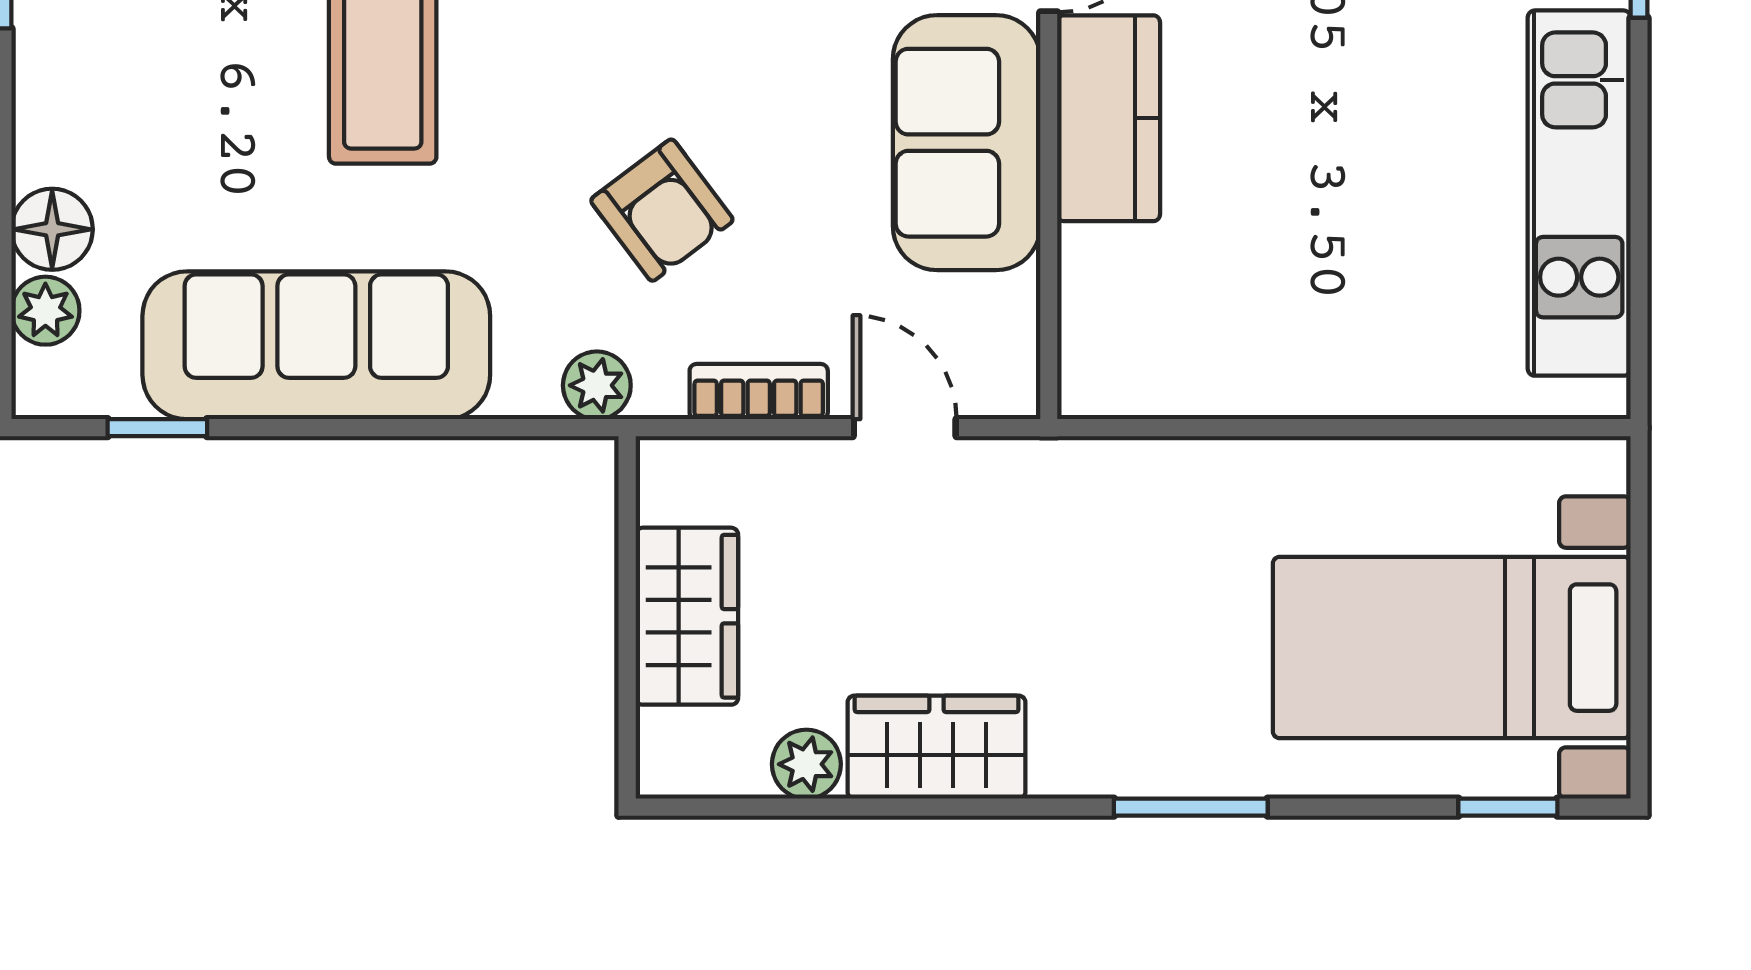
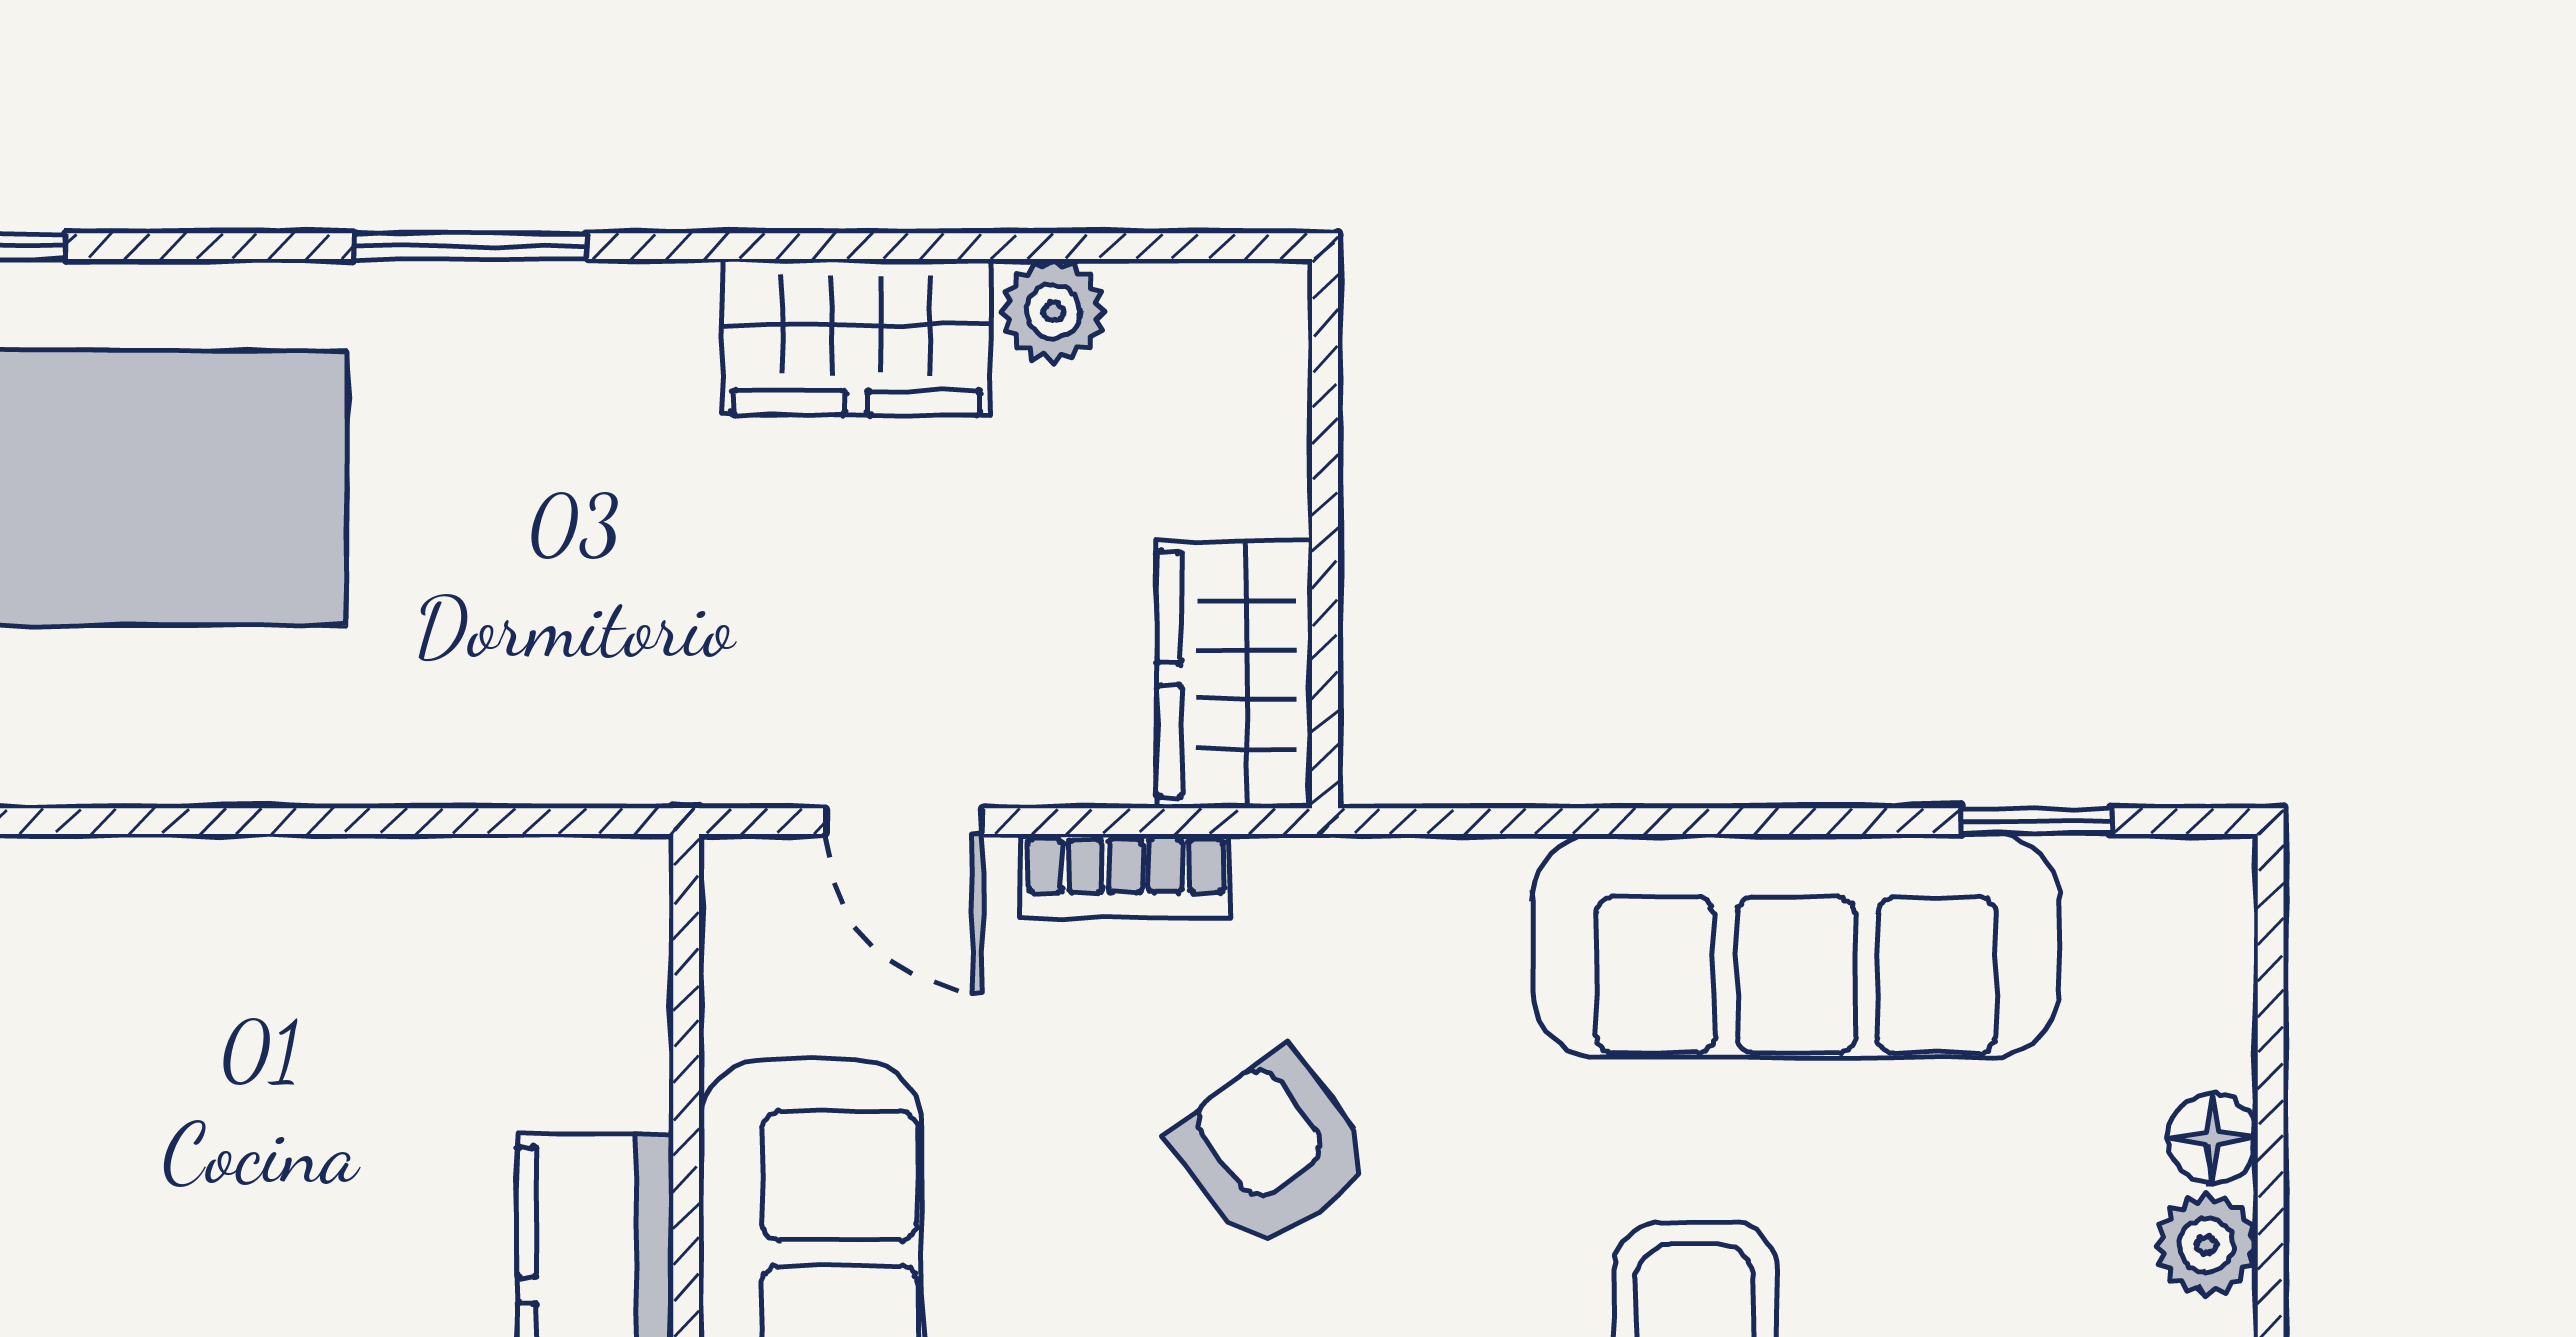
floor lamp: (52, 229) -> (2213, 1138), width x0.73, depth x0.73
plant: (45, 311) -> (2206, 1245), moved
plant: (597, 385) -> (1371, 885), removed
wardrobe: (687, 616) -> (1234, 674), moved

